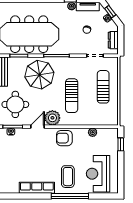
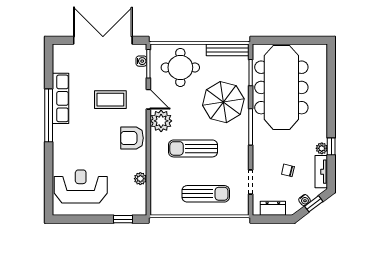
armchair: (64, 138) -> (132, 138), turned -90
coffee table: (68, 177) -> (110, 100), moved
window: (70, 196) -> (49, 115), moved

